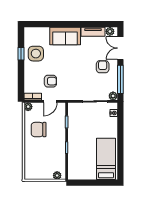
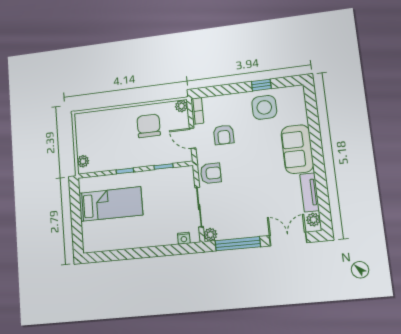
armchair: (103, 67) -> (211, 173), moved
bed: (106, 159) -> (111, 204), moved

